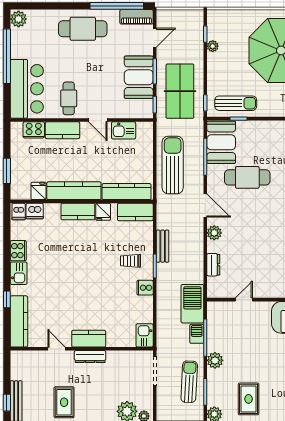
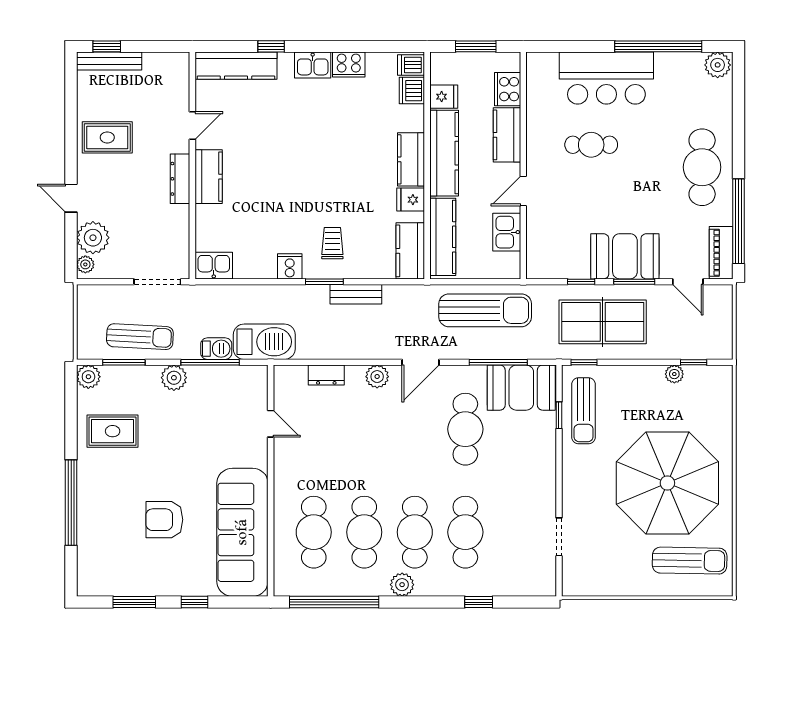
wall: (82, 120) -> (523, 166), moved
door: (98, 120) -> (523, 191), moved
cooker: (34, 130) -> (508, 89), moved
kitchen counter: (62, 130) -> (507, 135), moved
kitchen sink: (124, 130) -> (507, 232), moved

